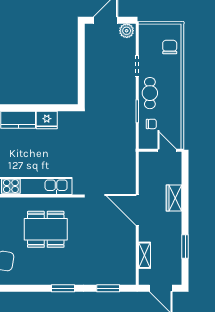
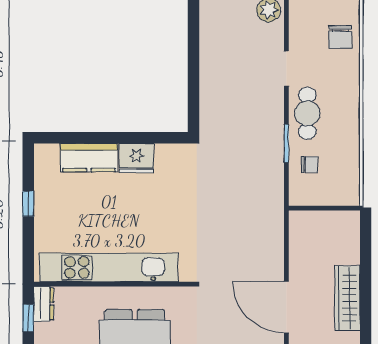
chair: (170, 47) -> (340, 37), turned 180
door: (167, 150) -> (336, 208), removed
wardrobe: (174, 198) -> (347, 298), width x1.50

